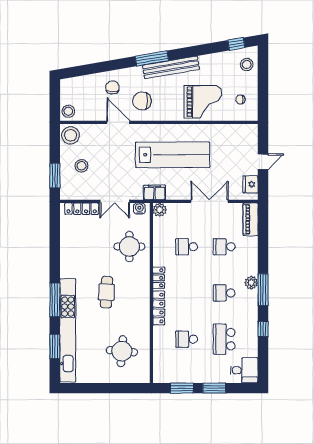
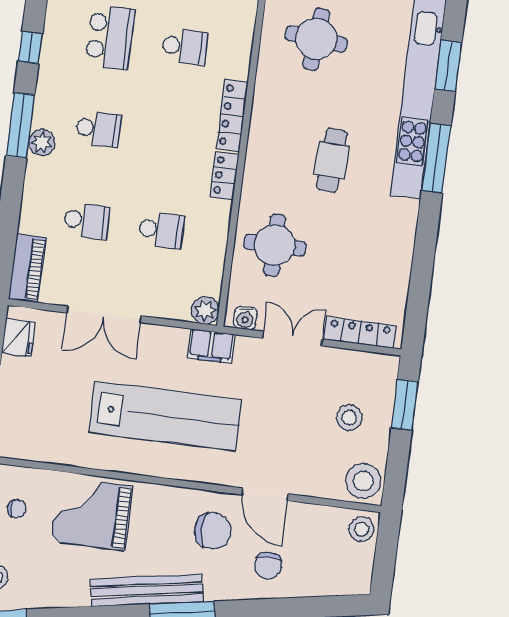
lab bench: (173, 155) -> (165, 416), turned 180

